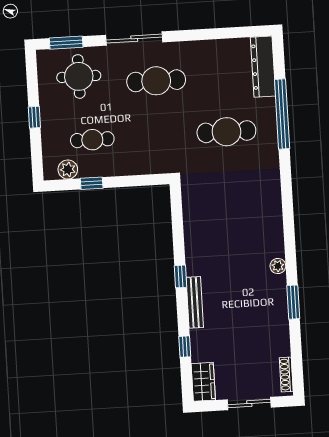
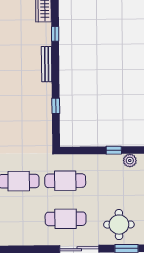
cafe table: (92, 140) -> (65, 181), moved, width x1.37, depth x1.35
window: (181, 276) -> (56, 106), moved

